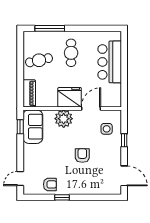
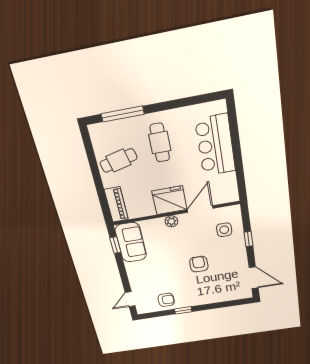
plant: (64, 119) -> (171, 221), width x0.53, depth x0.53

